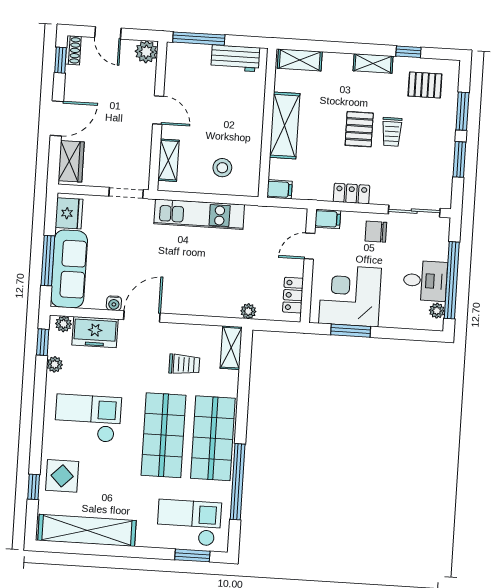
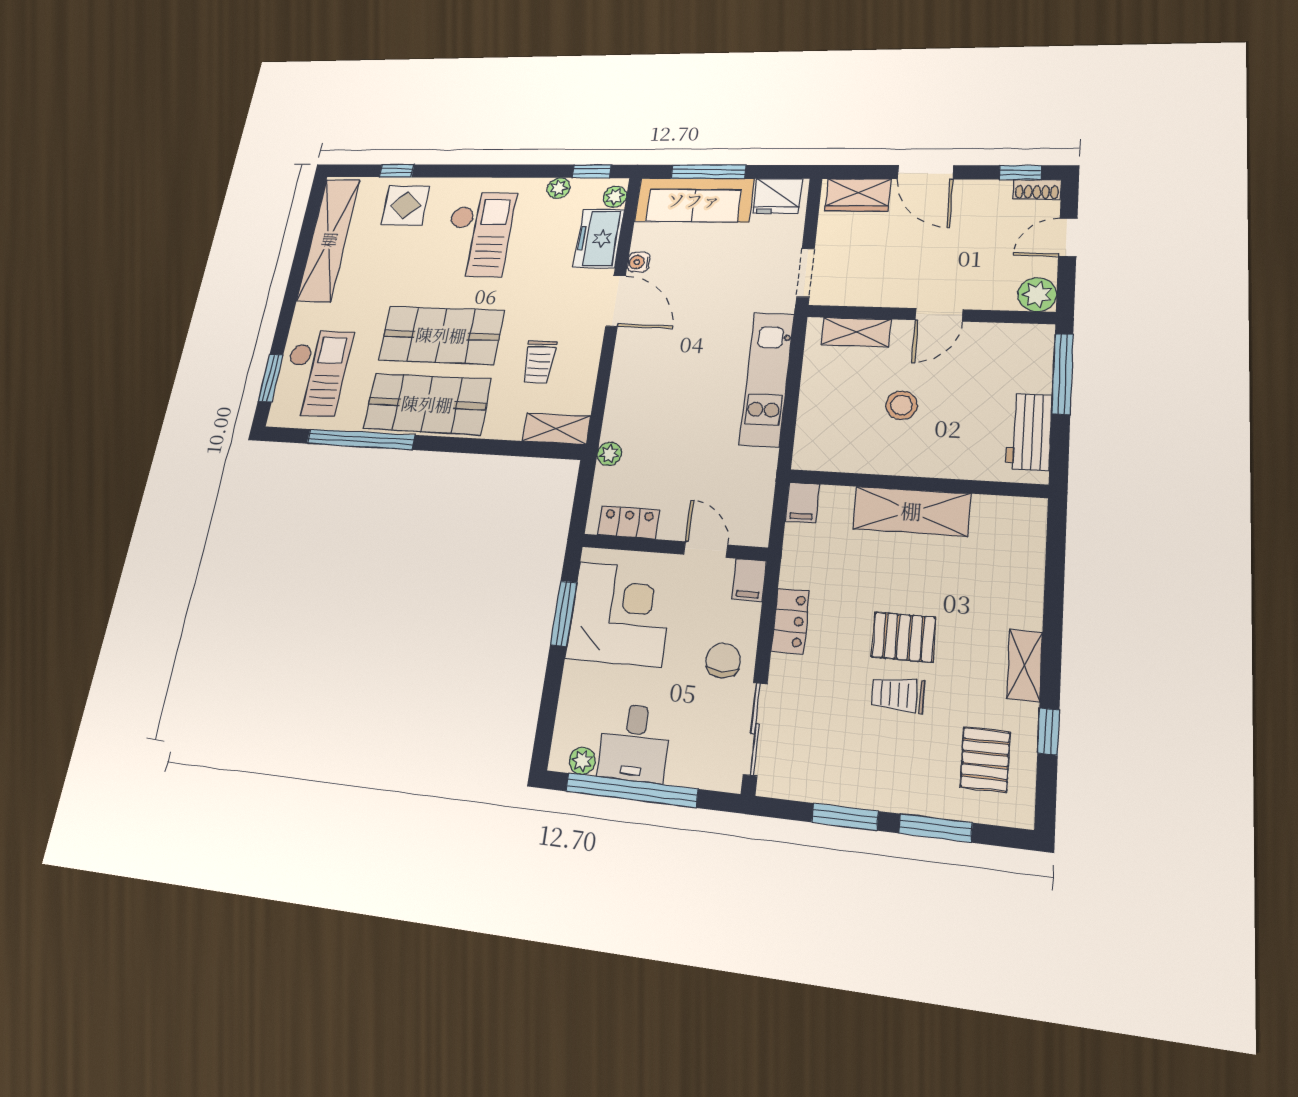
shelving: (300, 60) -> (1028, 538), removed
stool: (222, 168) -> (902, 405), moved

